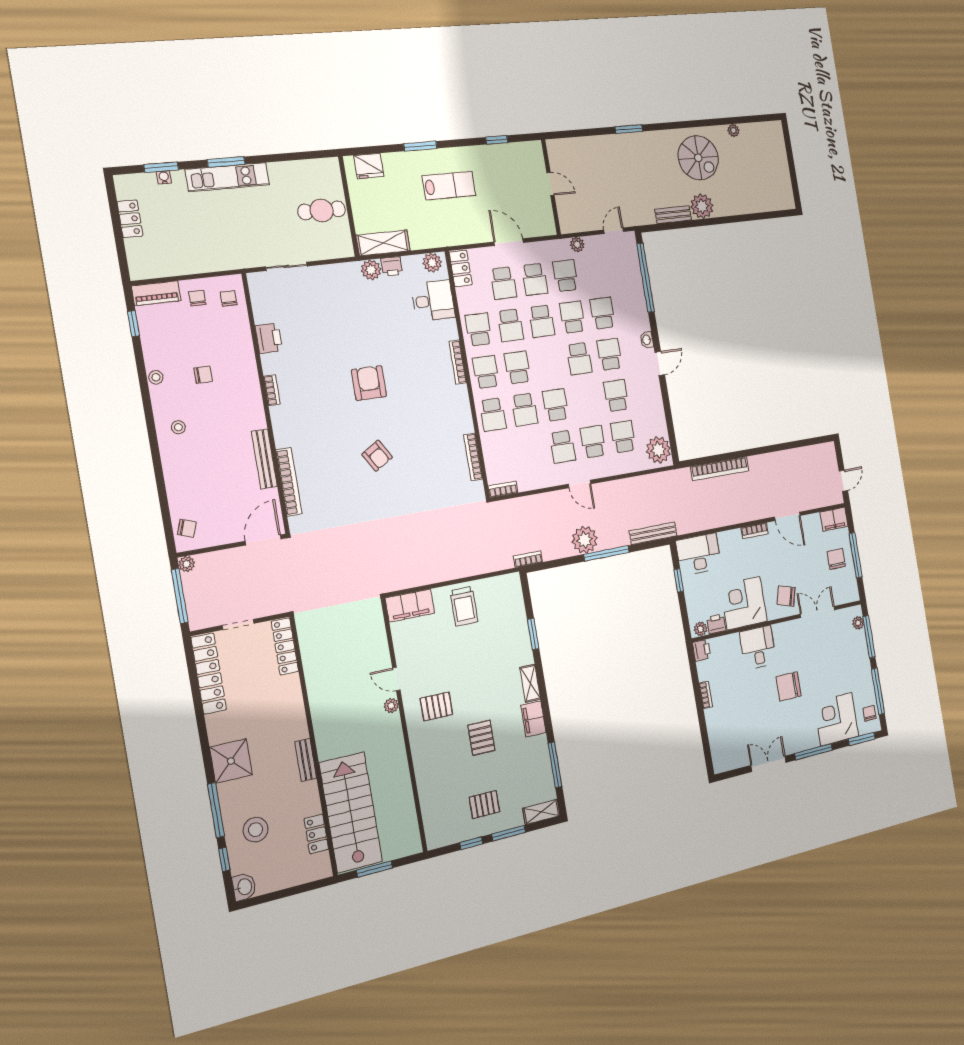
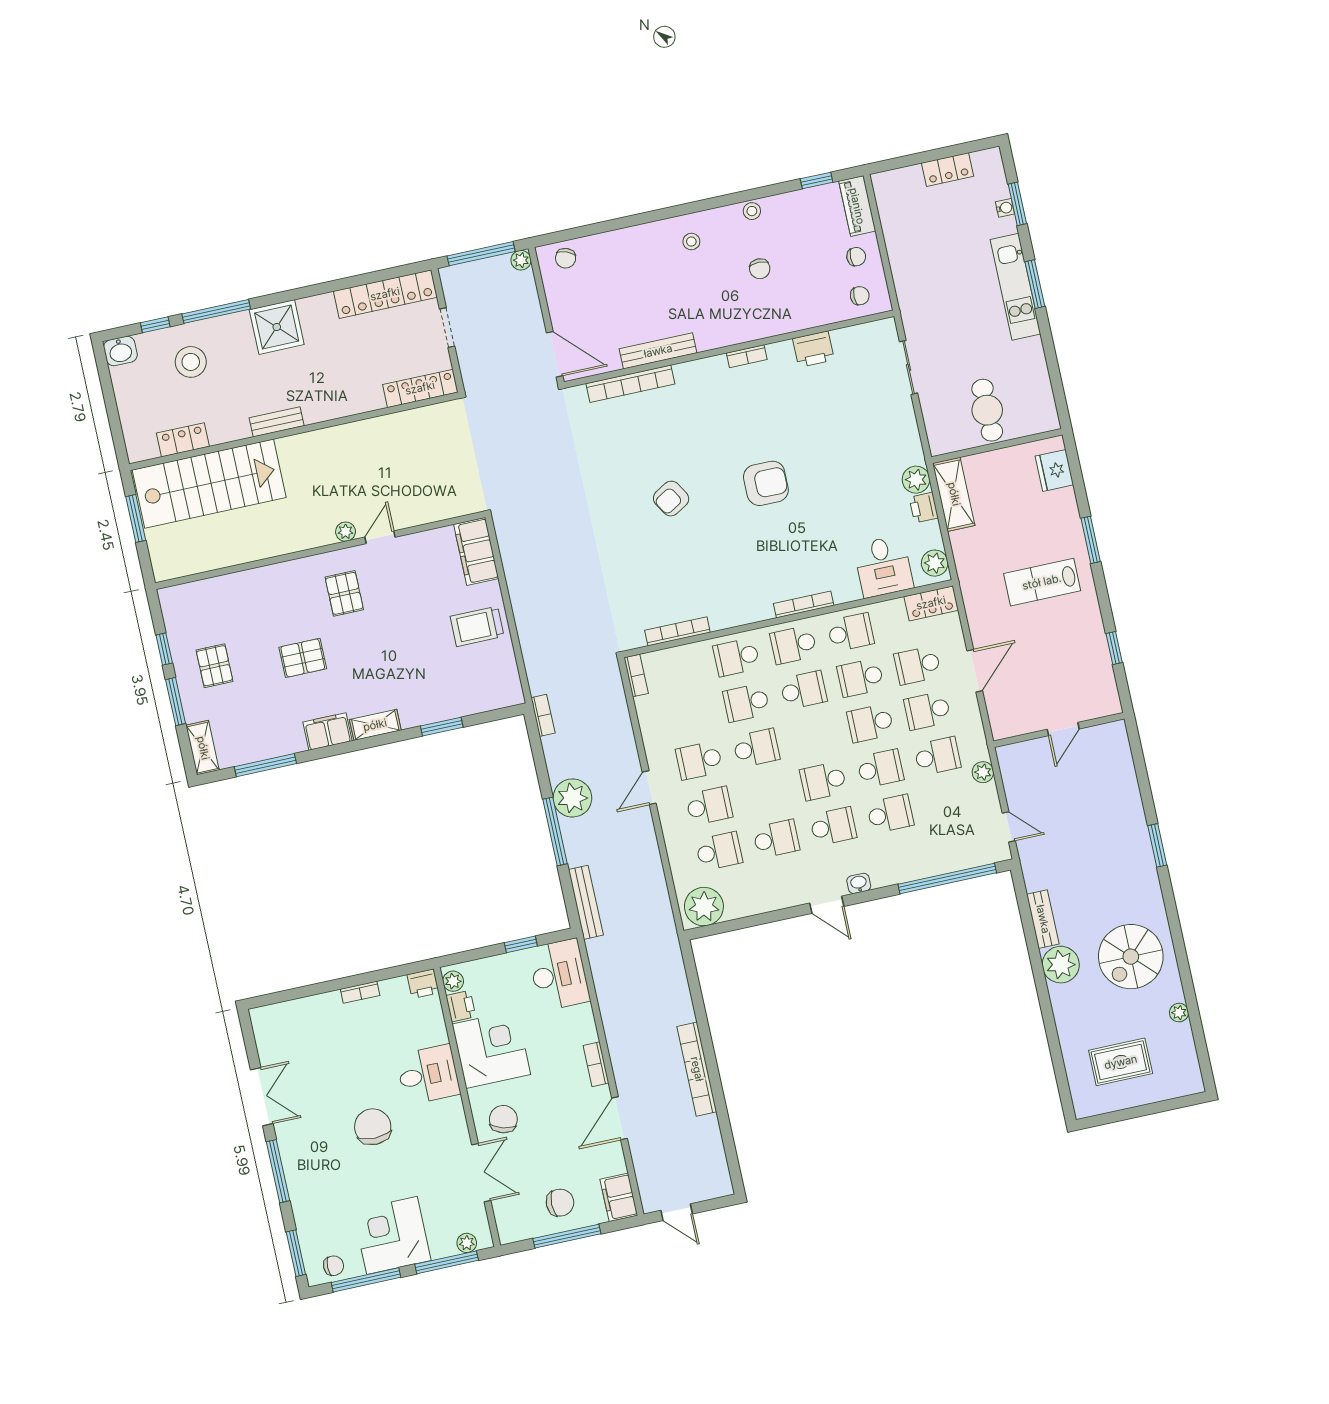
rug: (762, 174) -> (1121, 1062), added
lab bench: (449, 186) -> (1042, 582), turned 90
school desk: (486, 372) -> (794, 645), turned 180
bookcase: (720, 469) -> (697, 1069), moved
corner desk: (836, 719) -> (392, 1235), moved, turned -90

